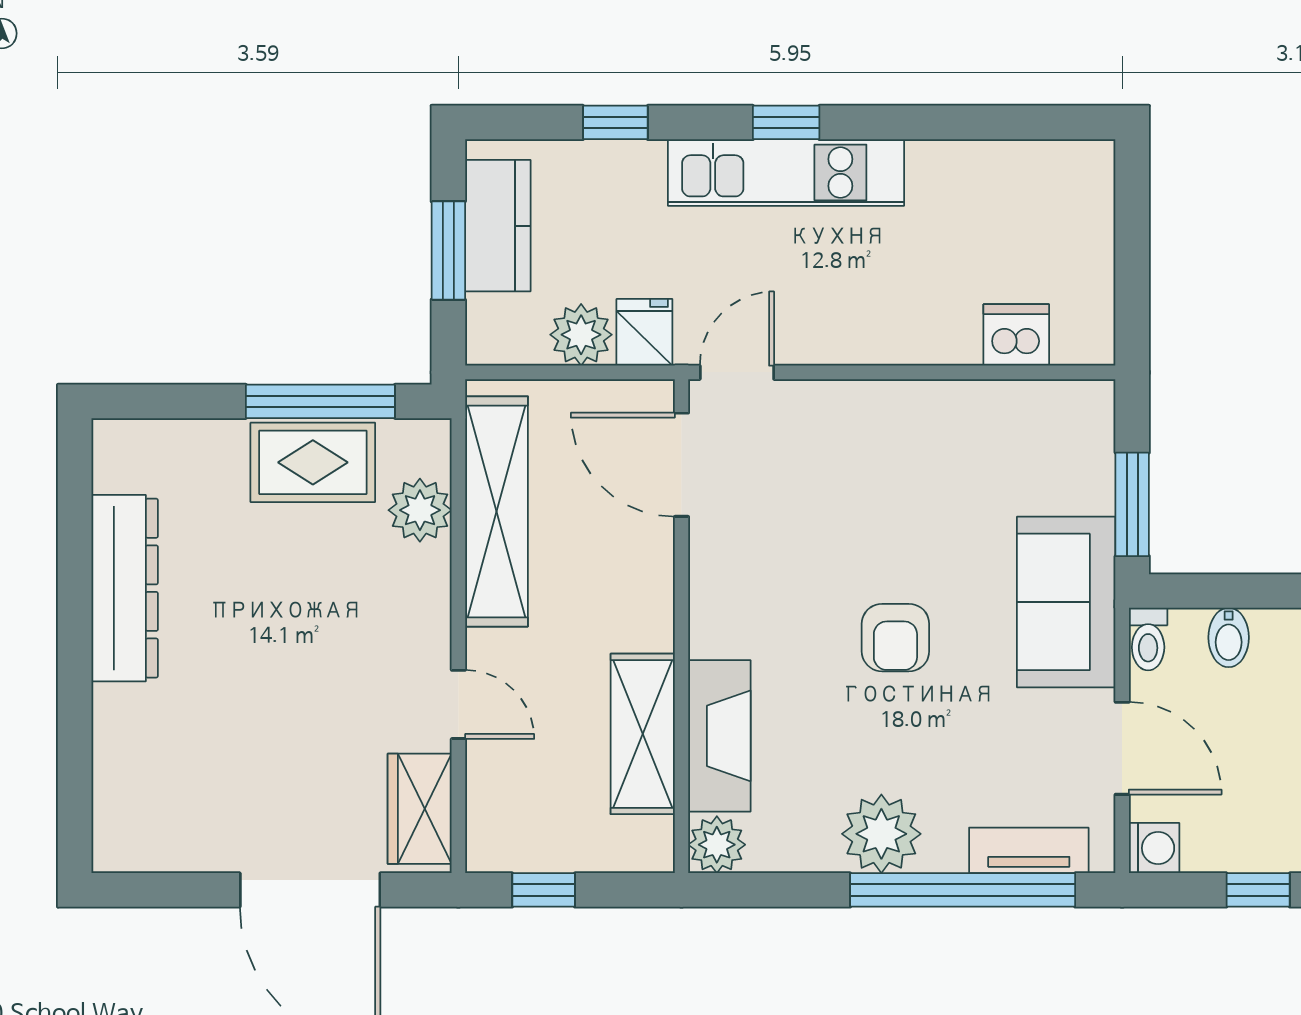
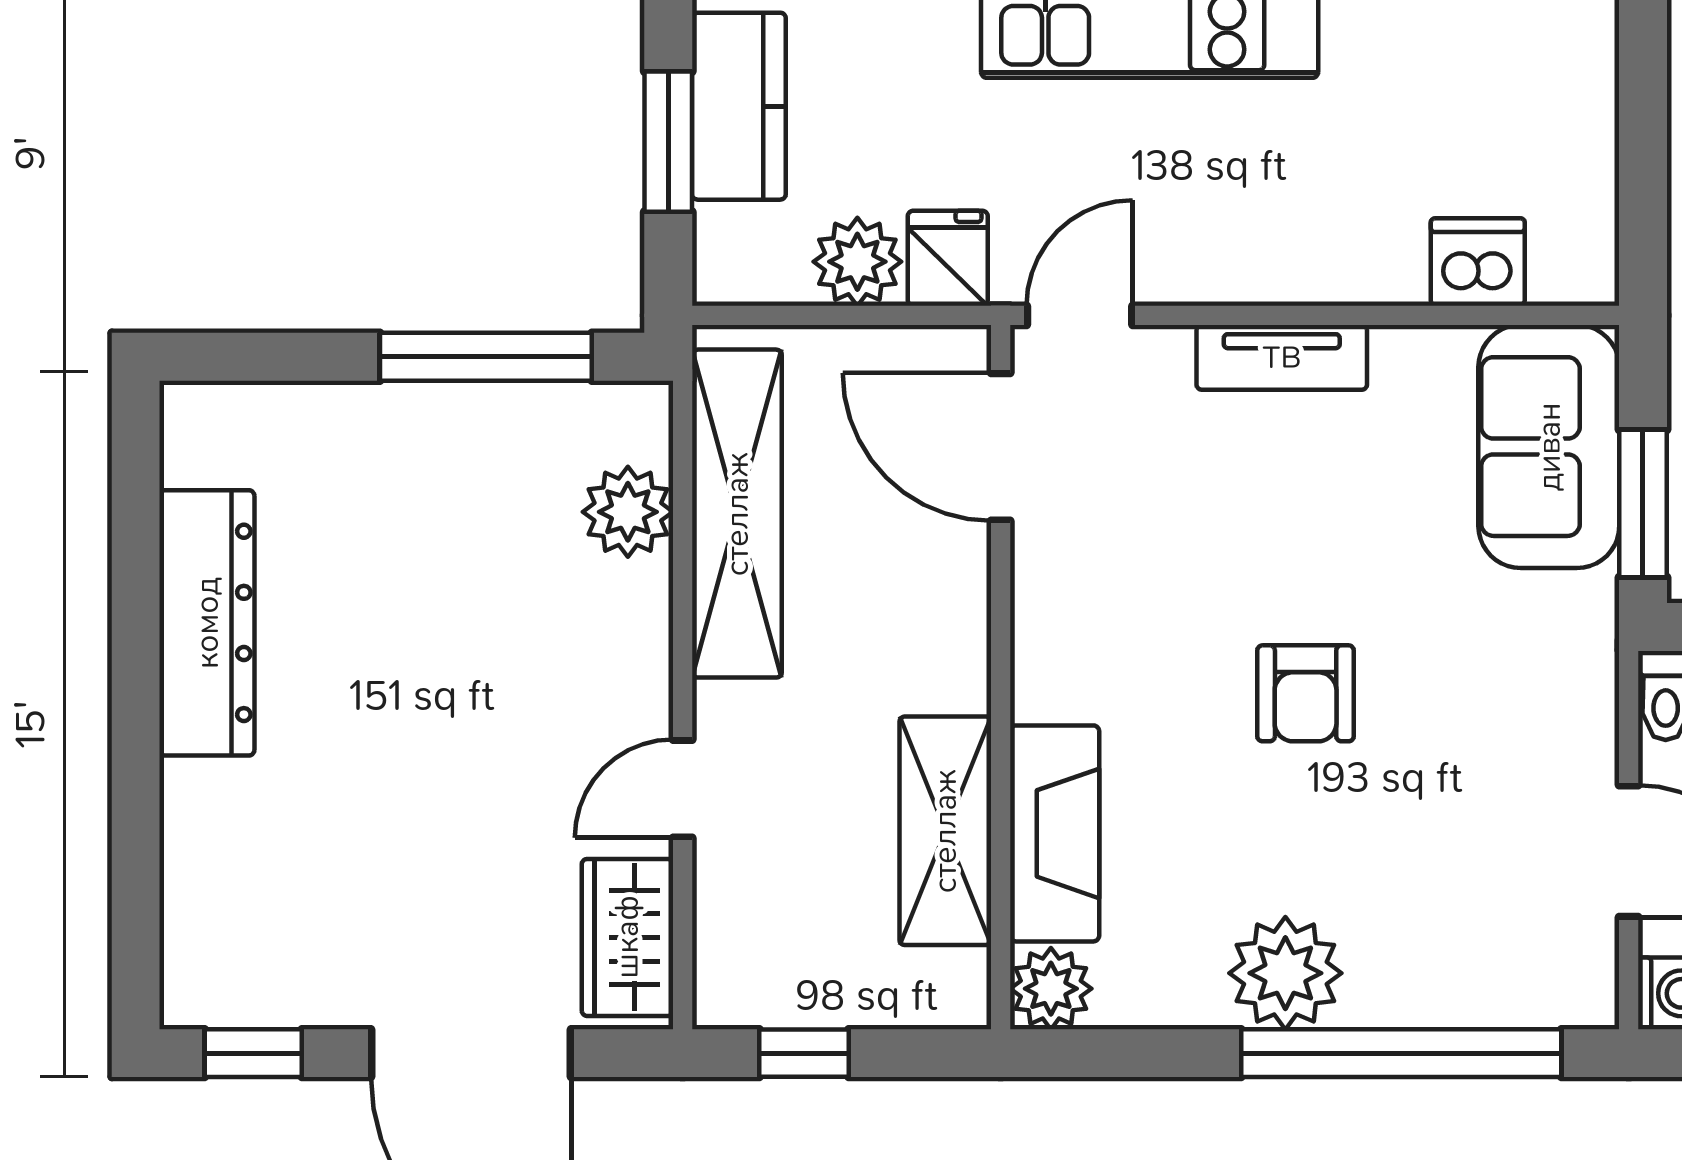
rug: (313, 462) -> (475, 444), removed
sofa: (1066, 602) -> (1549, 447), moved
door: (458, 704) -> (683, 789), swing flipped
tv unit: (1029, 850) -> (1282, 357), moved, turned 180
window: (157, 890) -> (253, 1053), added

